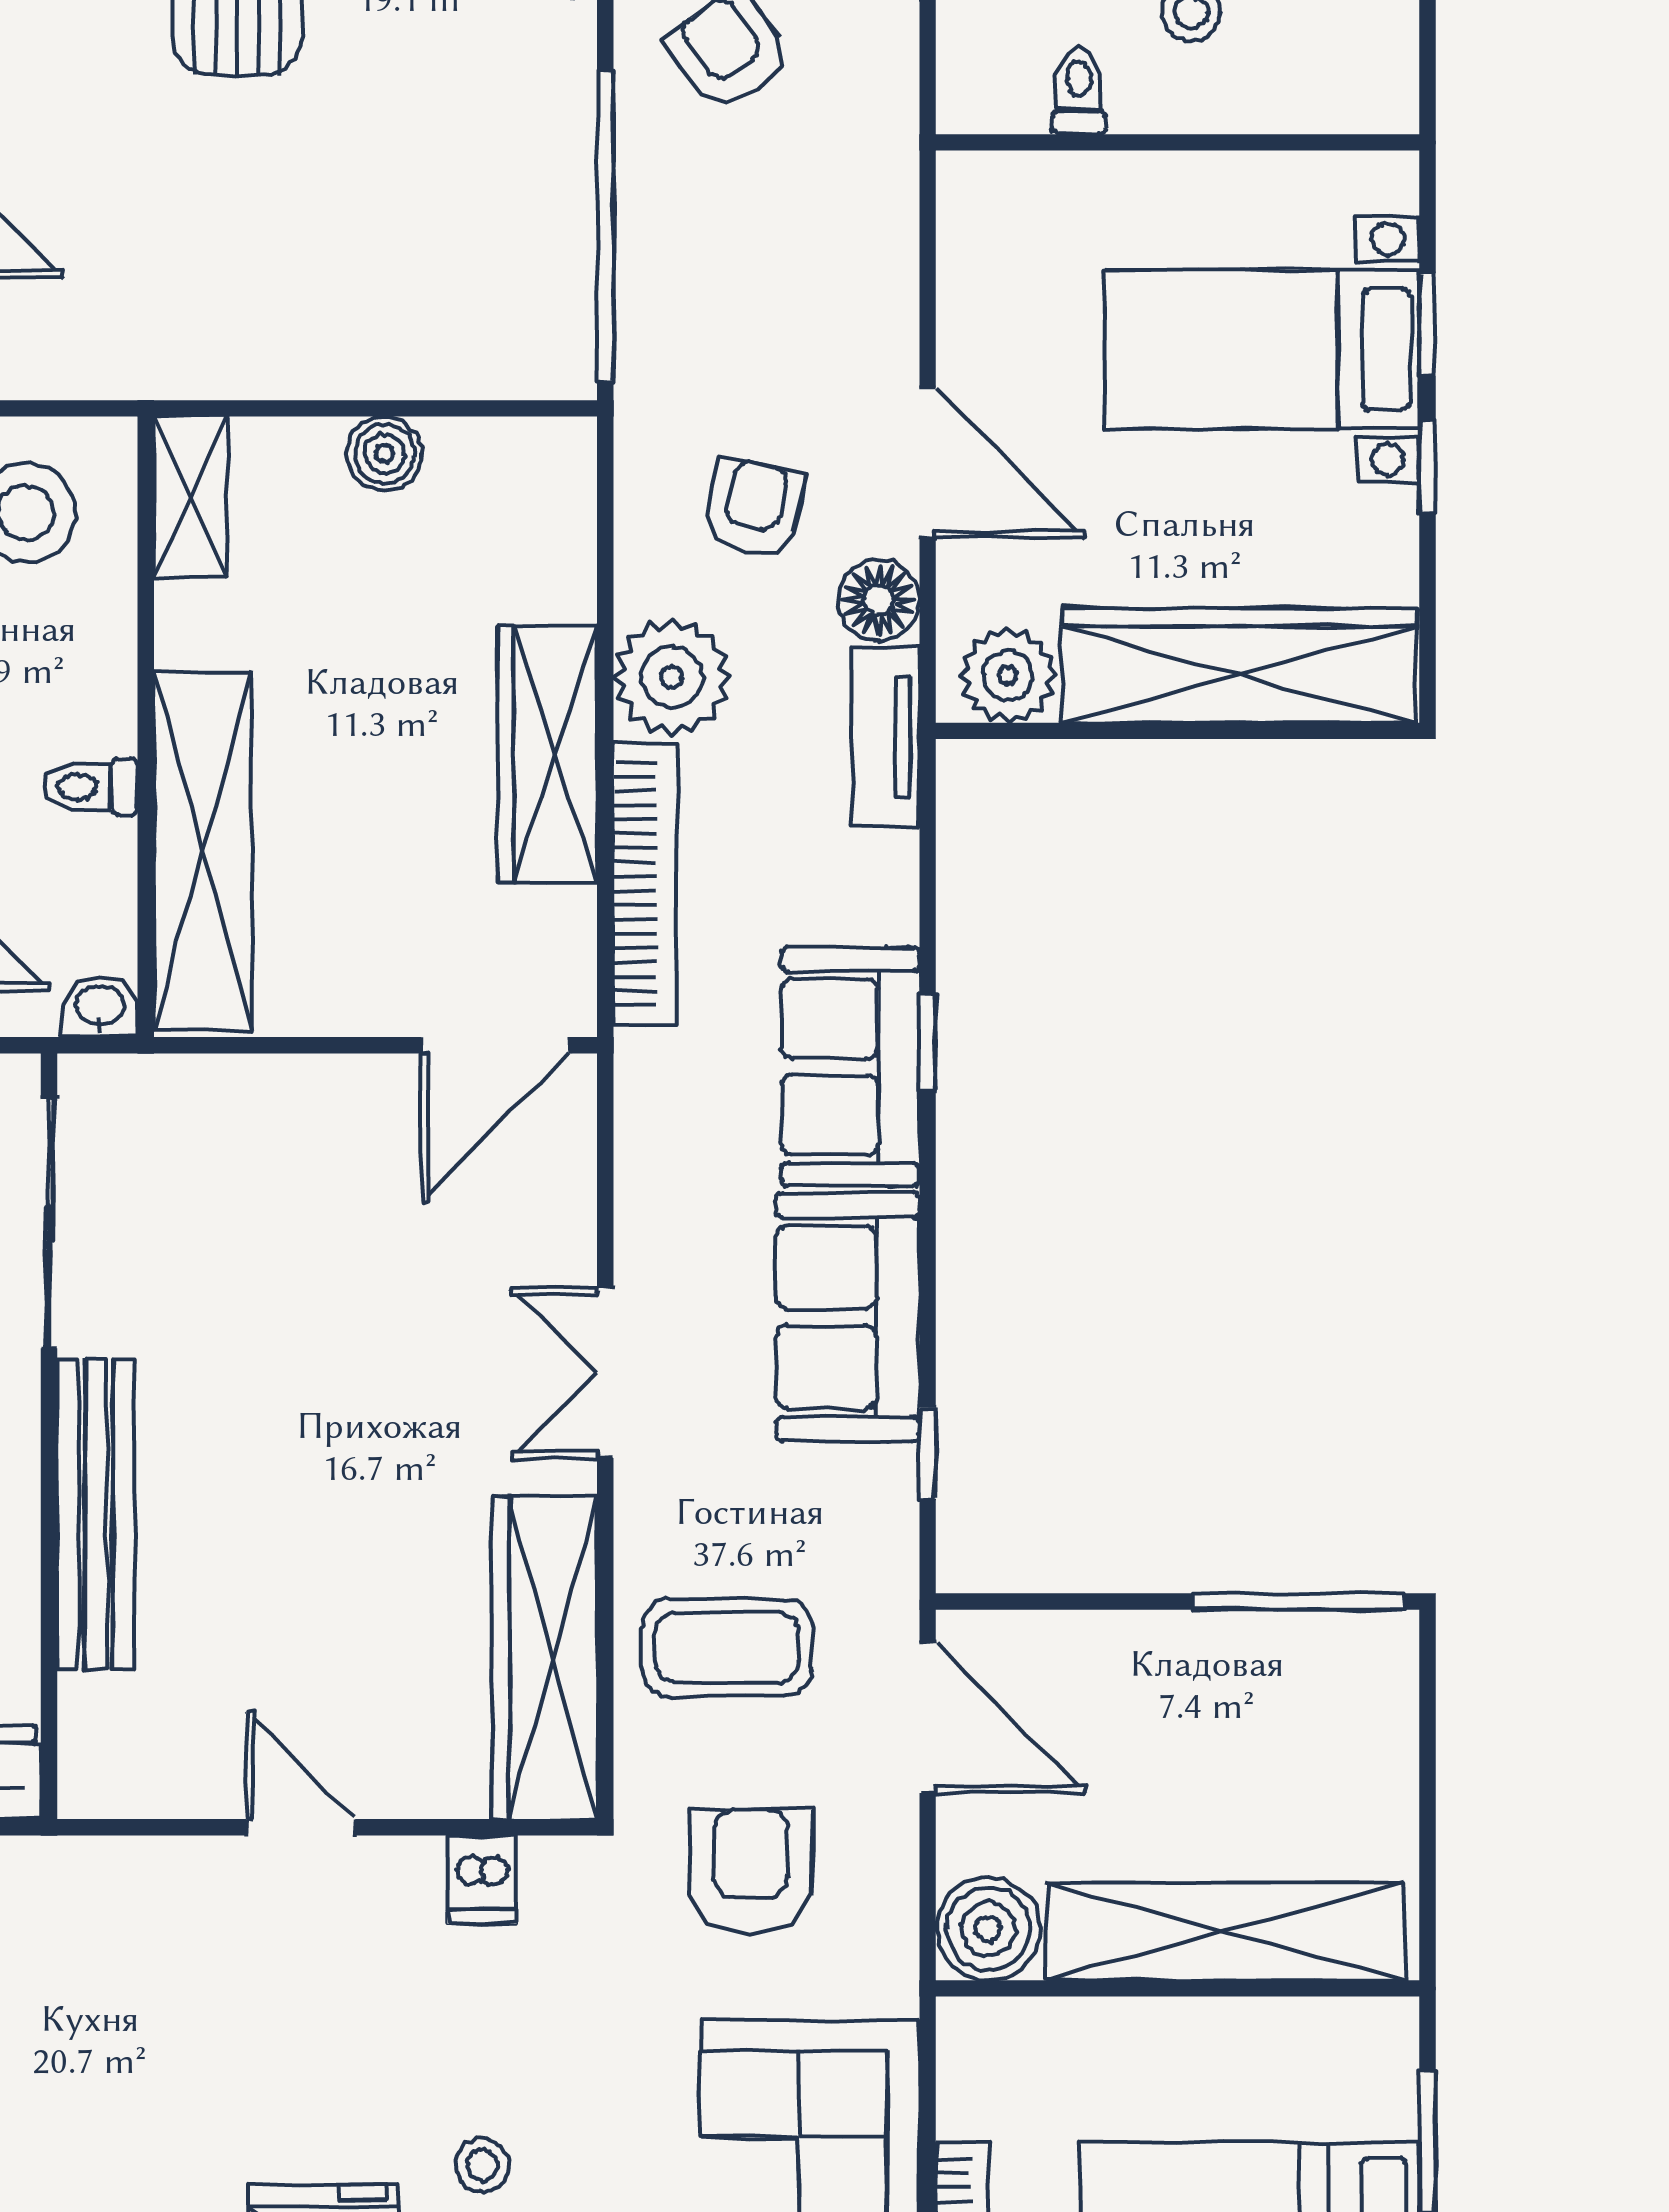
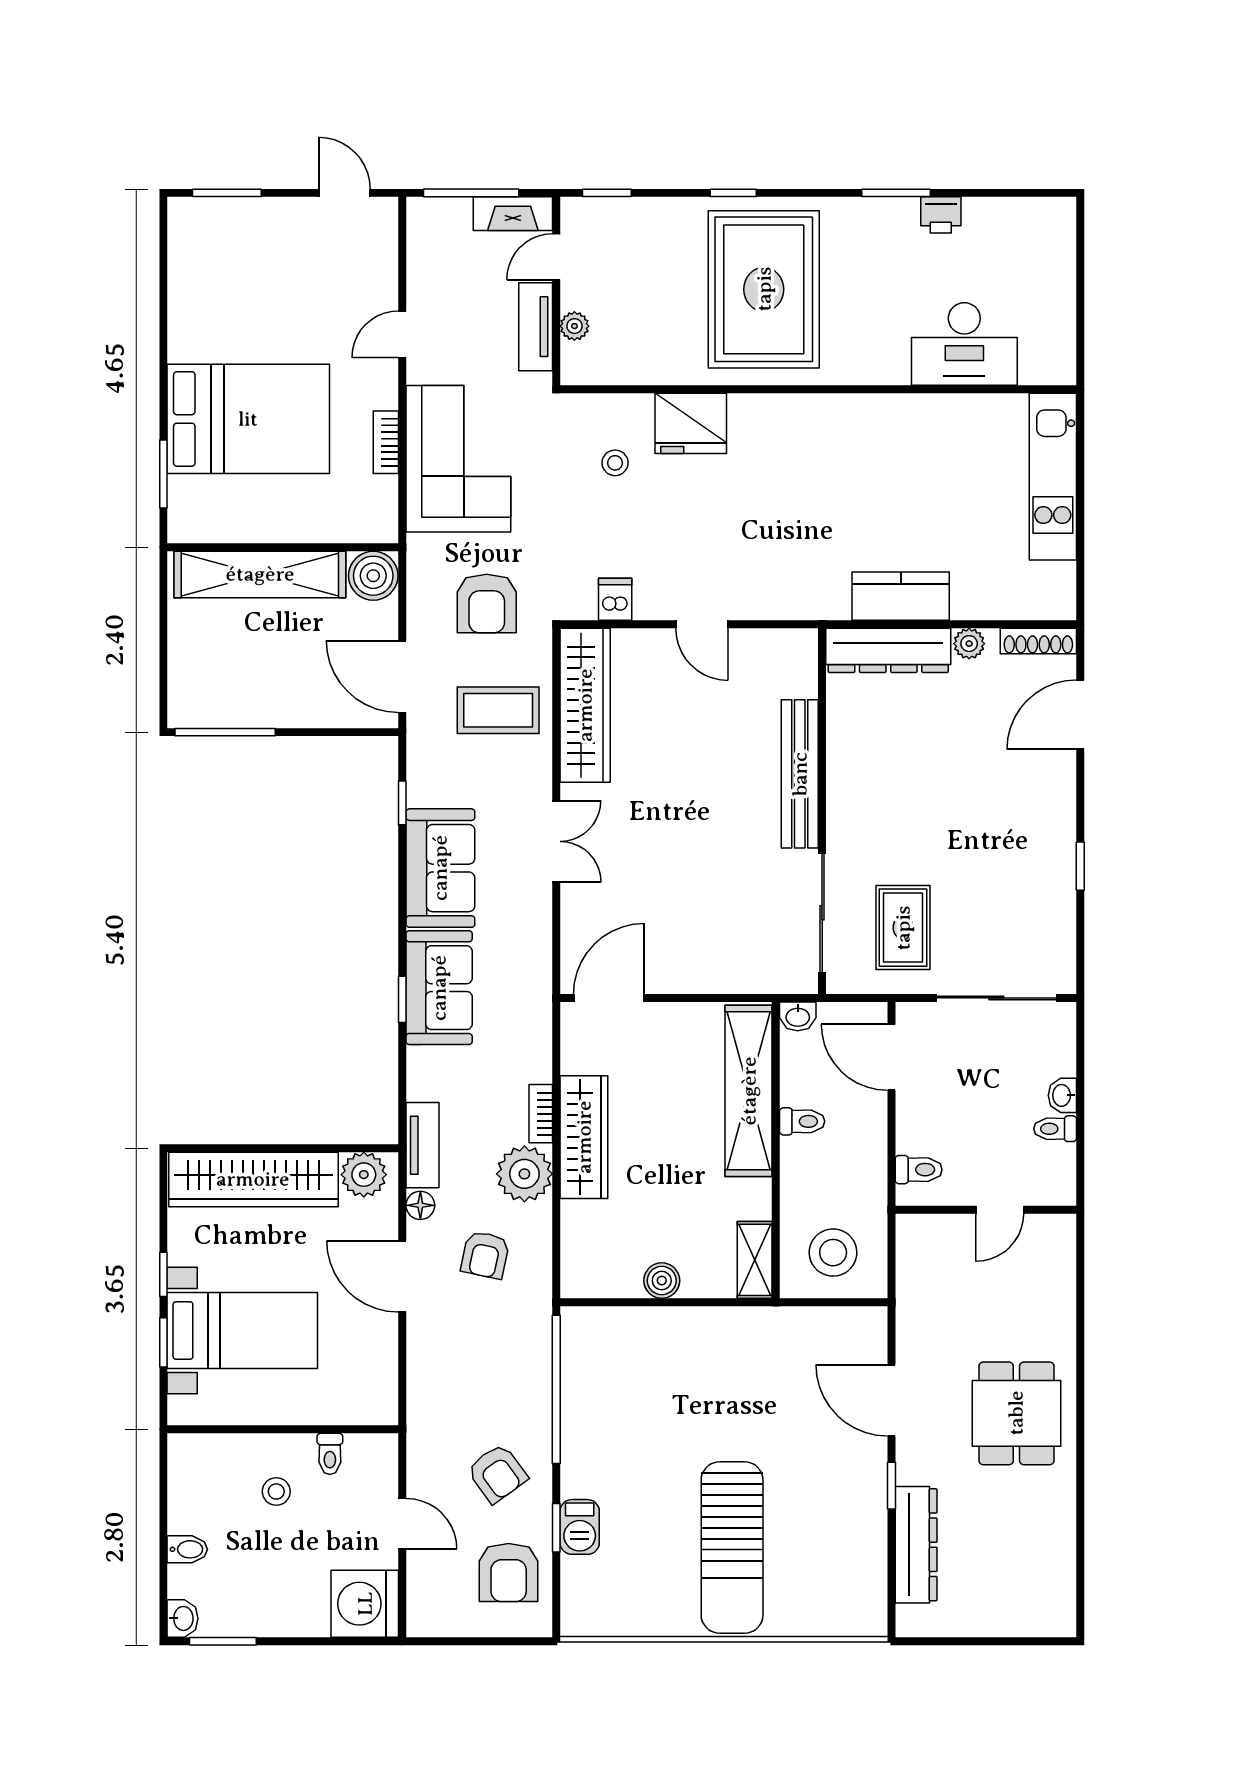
floor lamp: (879, 600) -> (420, 1205), width x0.73, depth x0.73
bookcase: (645, 884) -> (541, 1114), width x0.43, depth x0.76

